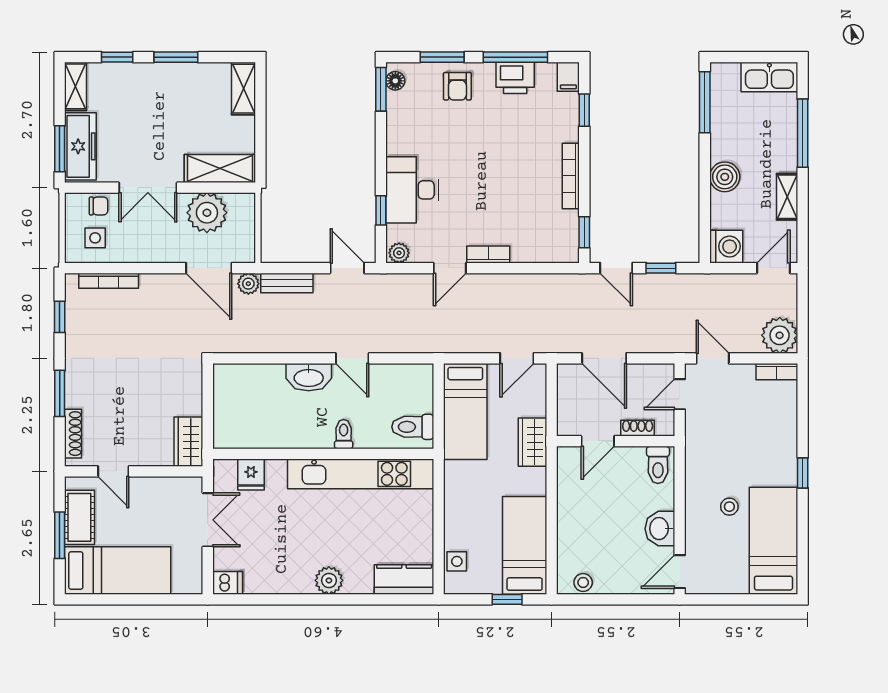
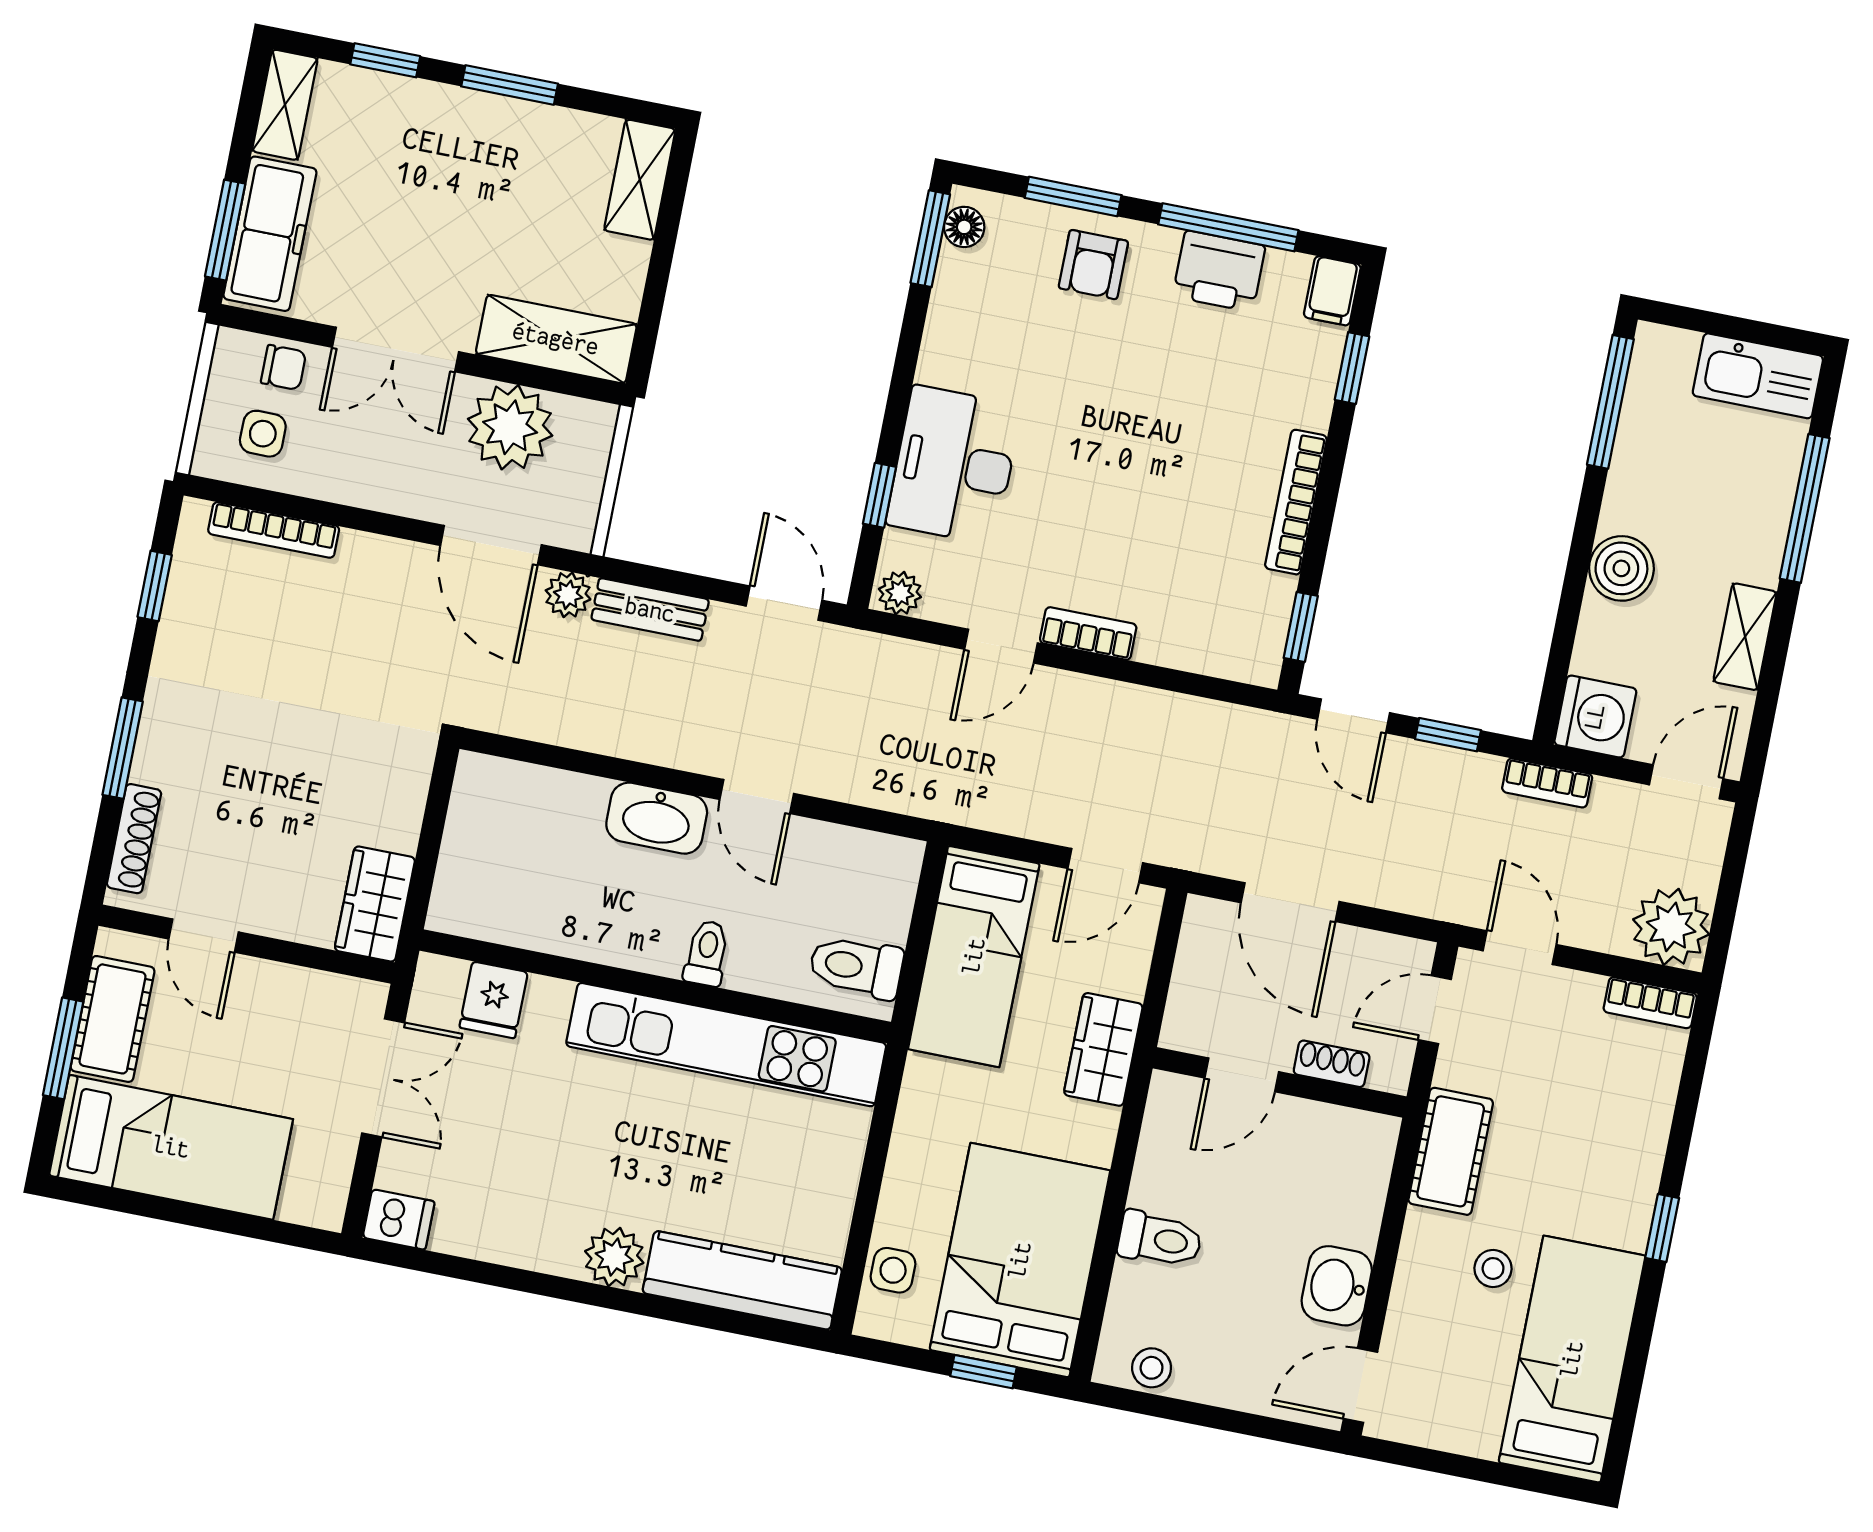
bookcase: (710, 281) -> (1547, 783), added
cot: (700, 457) -> (1451, 1151), added
toilet: (658, 465) -> (1160, 1239), moved, turned -90
bed: (525, 545) -> (1020, 1260), width x1.50
kitchen counter: (404, 580) -> (742, 1280), width x1.50

